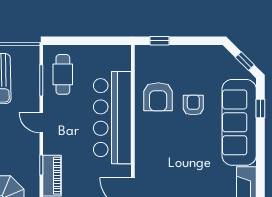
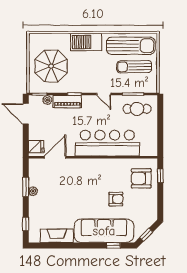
armchair: (158, 97) -> (141, 178), moved
door: (41, 123) -> (104, 94), swing flipped

